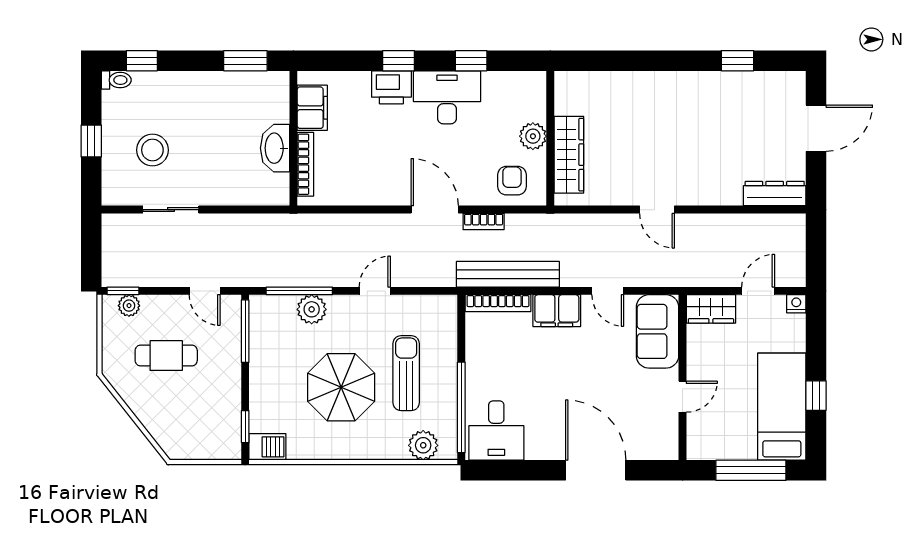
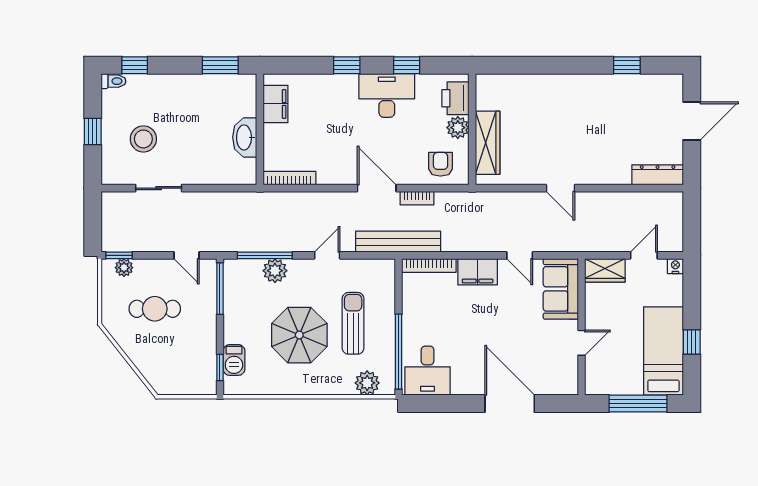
printer: (391, 87) -> (455, 98), moved, turned 90
bookcase: (305, 164) -> (289, 178), moved, turned -90
bench: (508, 274) -> (398, 242), moved
barbecue: (267, 447) -> (234, 360), moved, turned 90

